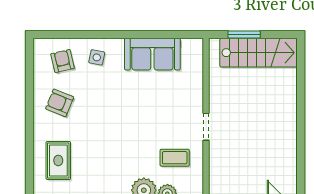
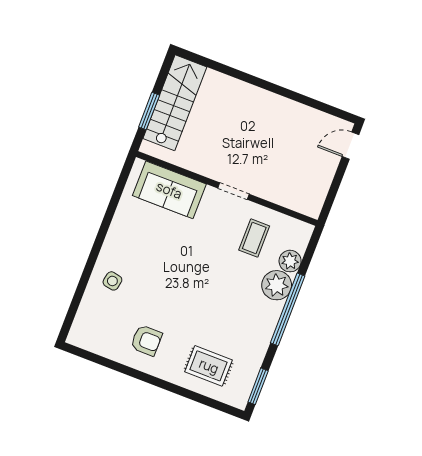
sofa: (152, 54) -> (169, 190), moved, turned 90
armchair: (63, 61) -> (102, 320), removed
armchair: (60, 103) -> (146, 340), turned -112

